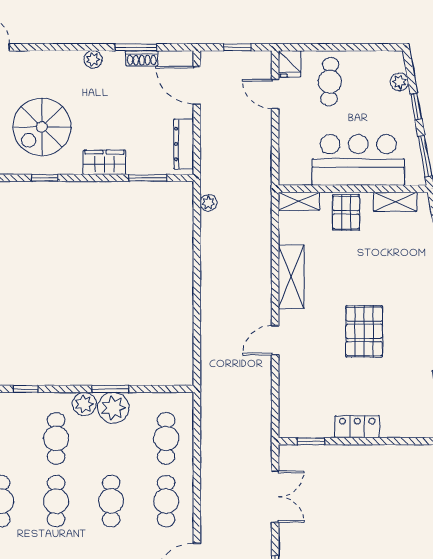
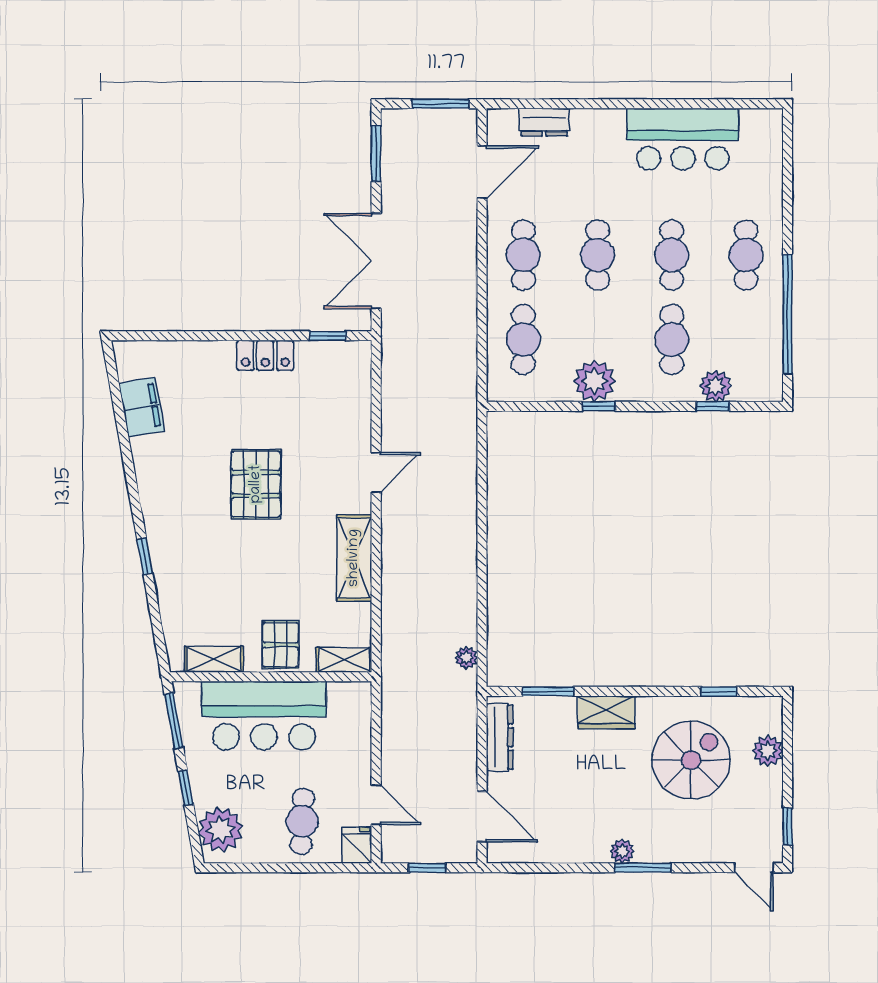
window: (136, 47) -> (643, 868), moved
shoe rack: (142, 58) -> (556, 853), removed
plant: (399, 82) -> (221, 830), width x1.88, depth x1.88
window: (45, 178) -> (719, 691), moved
window: (110, 389) -> (599, 406), width x0.67
plant: (84, 404) -> (716, 386), moved
double door: (275, 497) -> (376, 261), width x1.37

